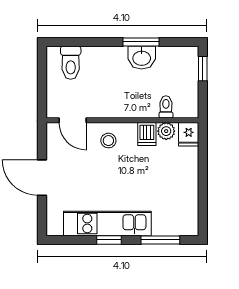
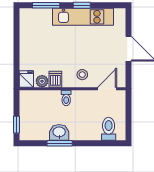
toilet: (166, 107) -> (66, 98), moved
door: (73, 120) -> (107, 89), hinge flipped

